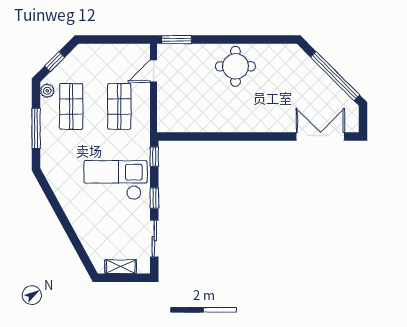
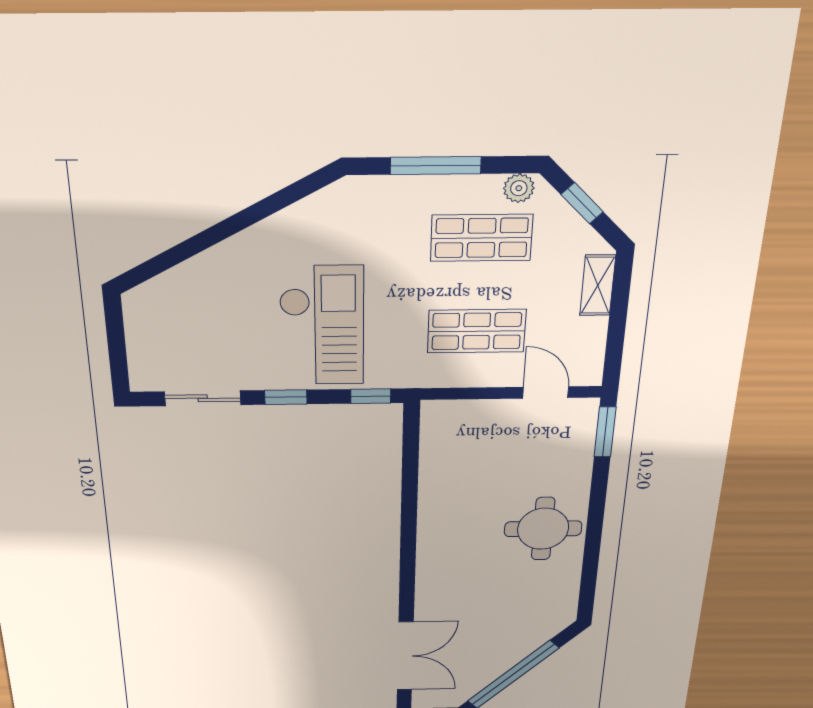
shelving: (121, 267) -> (598, 285), moved

